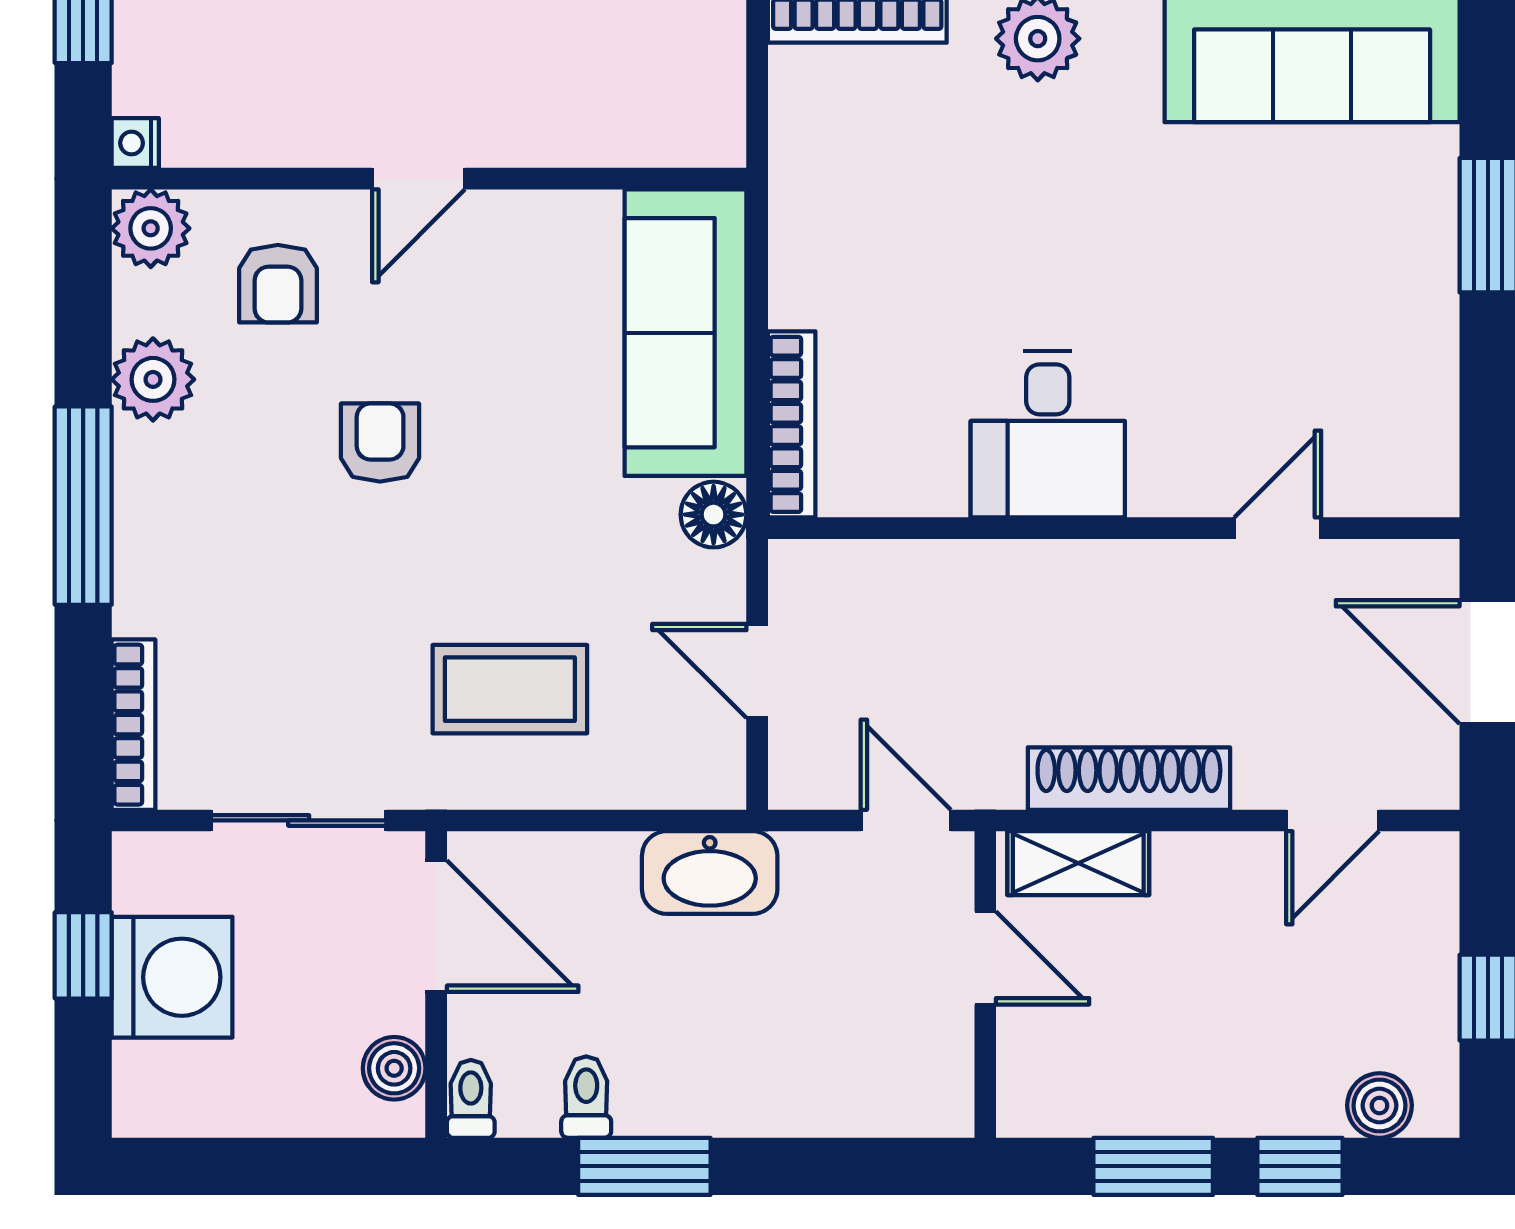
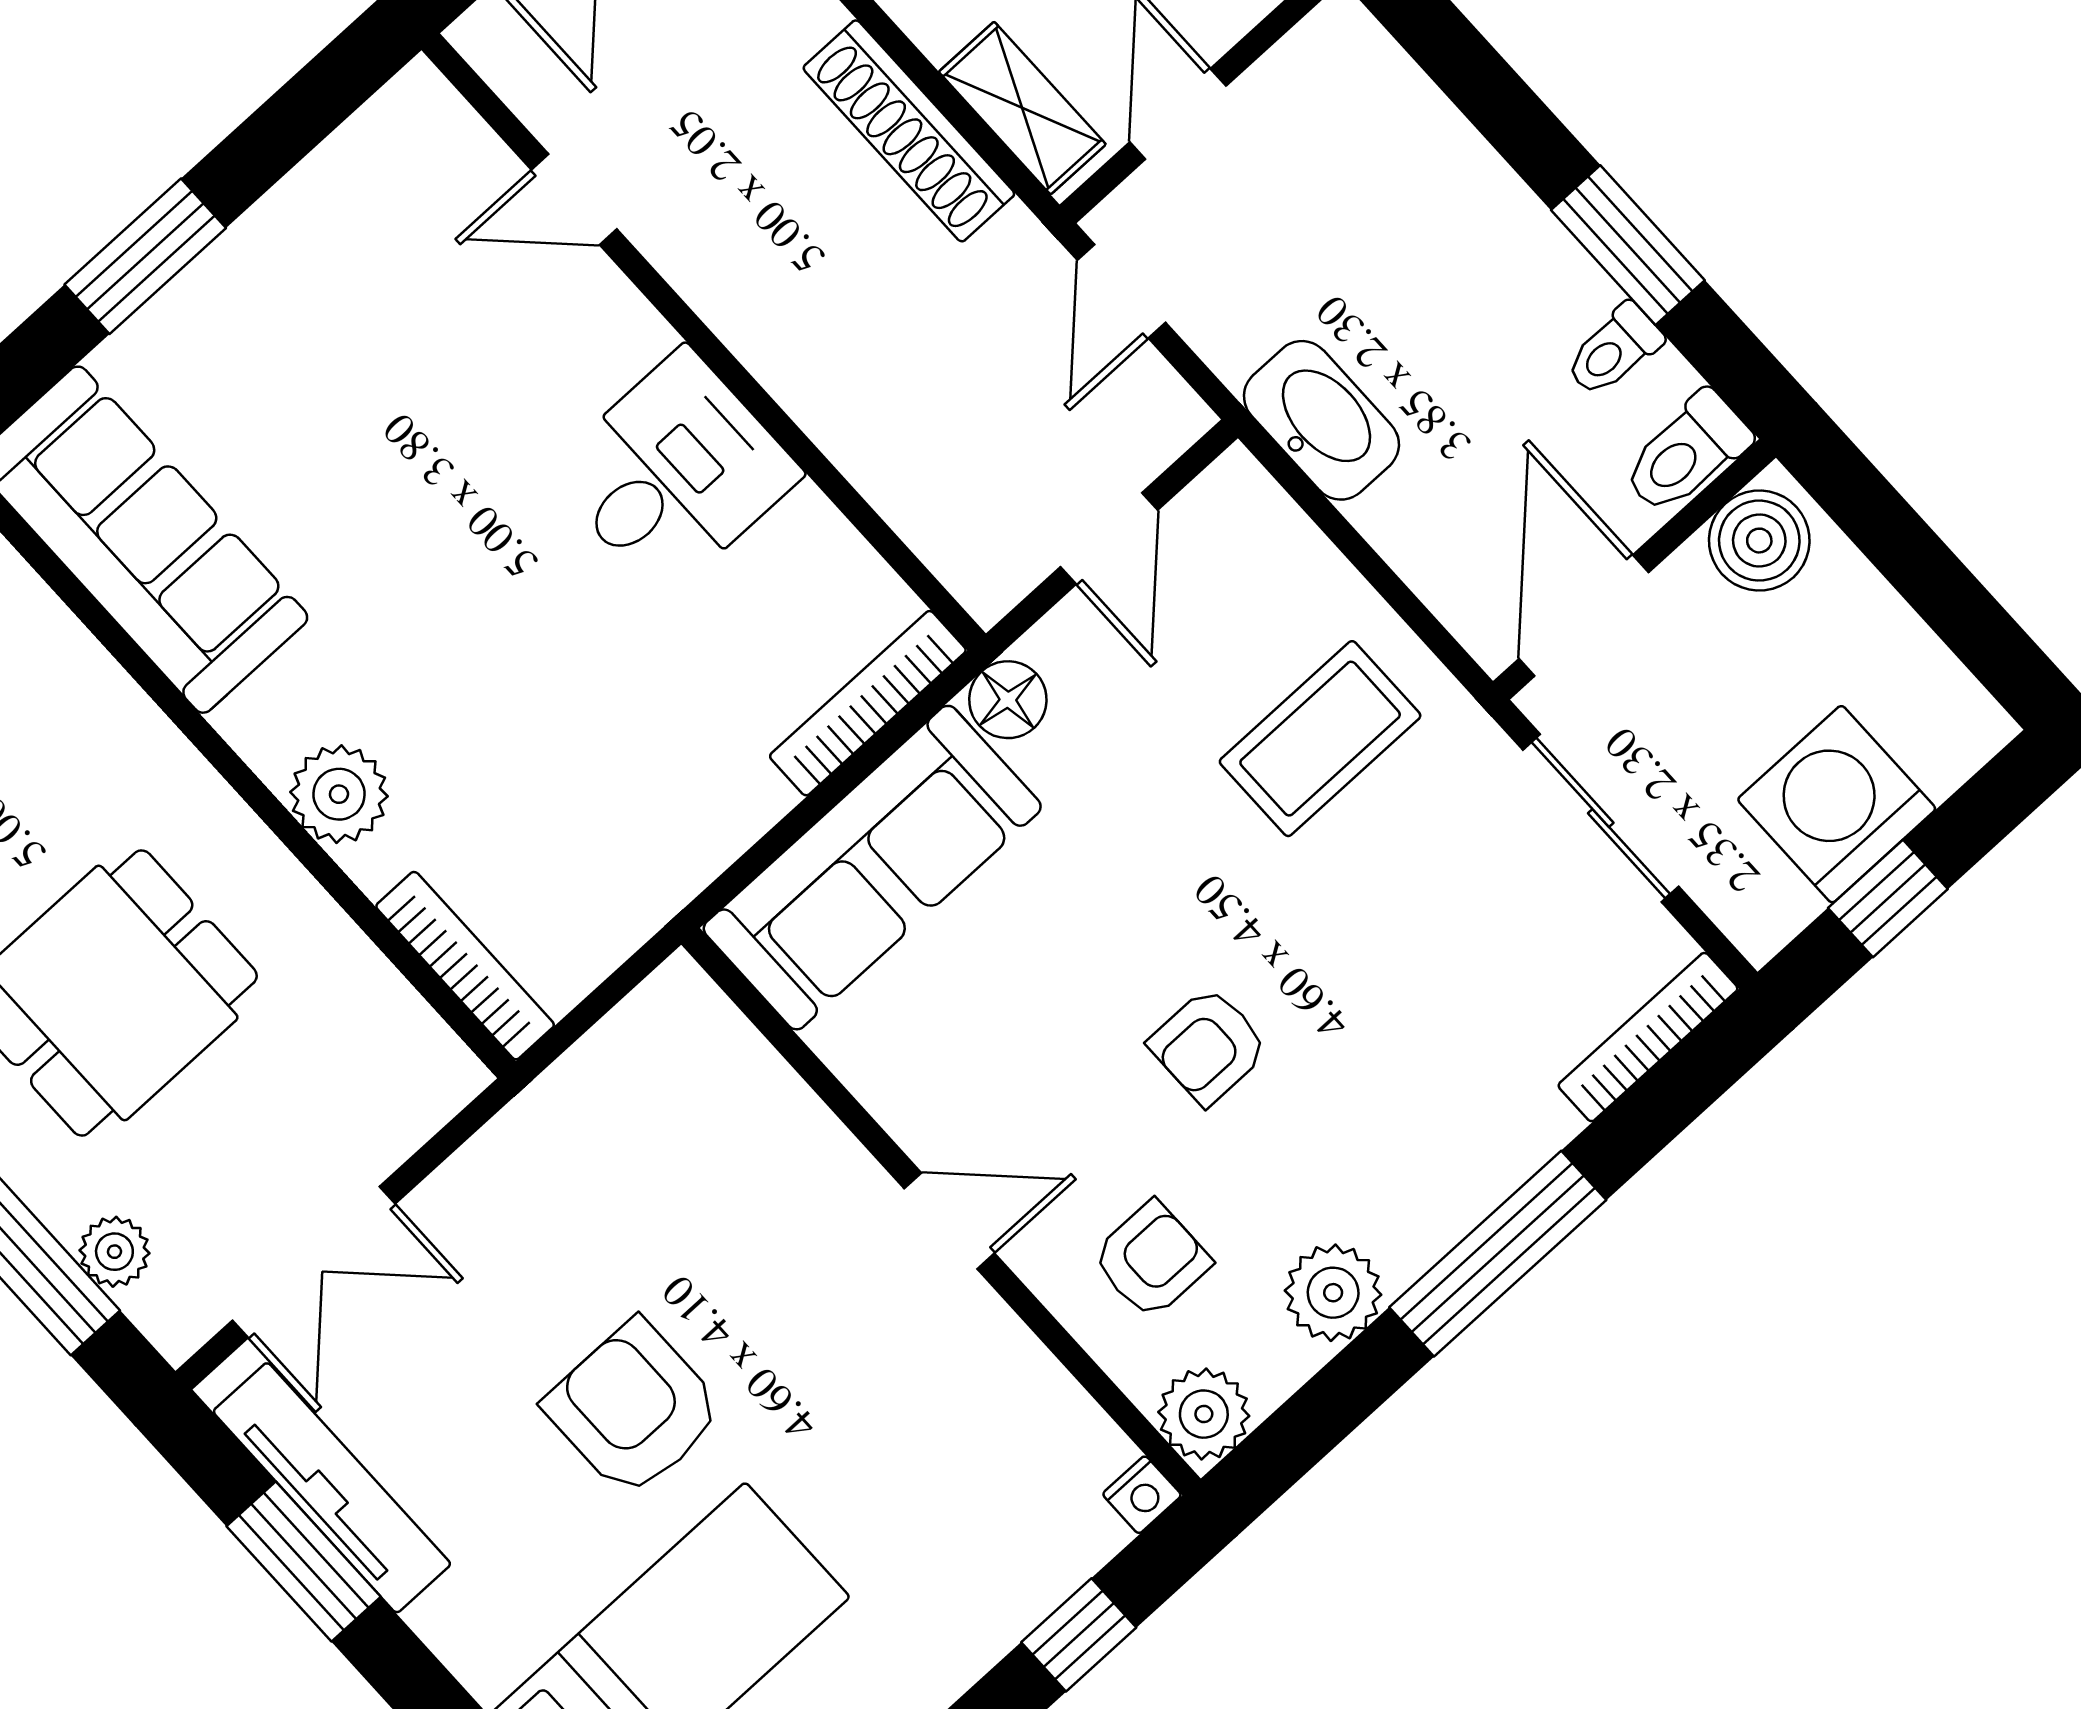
coffee table: (510, 689) -> (1320, 739), turned 90
boiler: (394, 1068) -> (1759, 541), width x1.36, depth x1.36
toilet: (471, 1099) -> (1686, 453), width x1.37, depth x1.39

